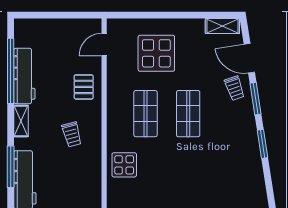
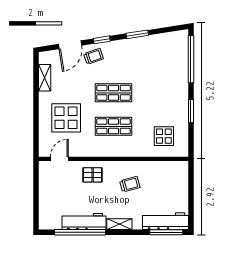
shelving: (222, 26) -> (45, 78), moved
door: (104, 45) -> (59, 159), swing flipped
window: (256, 99) -> (102, 40), width x0.67
display table: (124, 165) -> (164, 136), moved
window: (11, 167) -> (166, 232), moved

